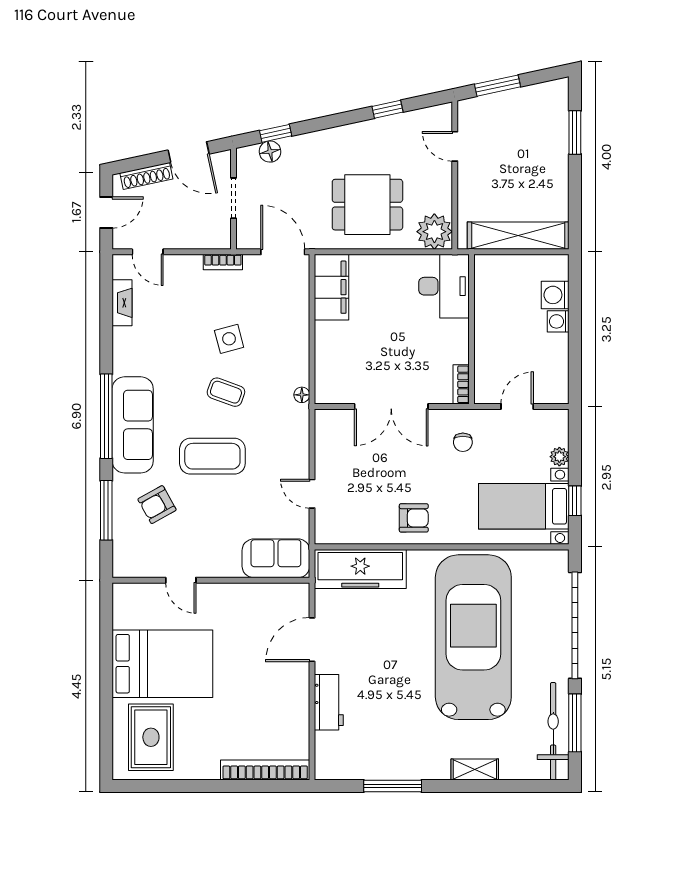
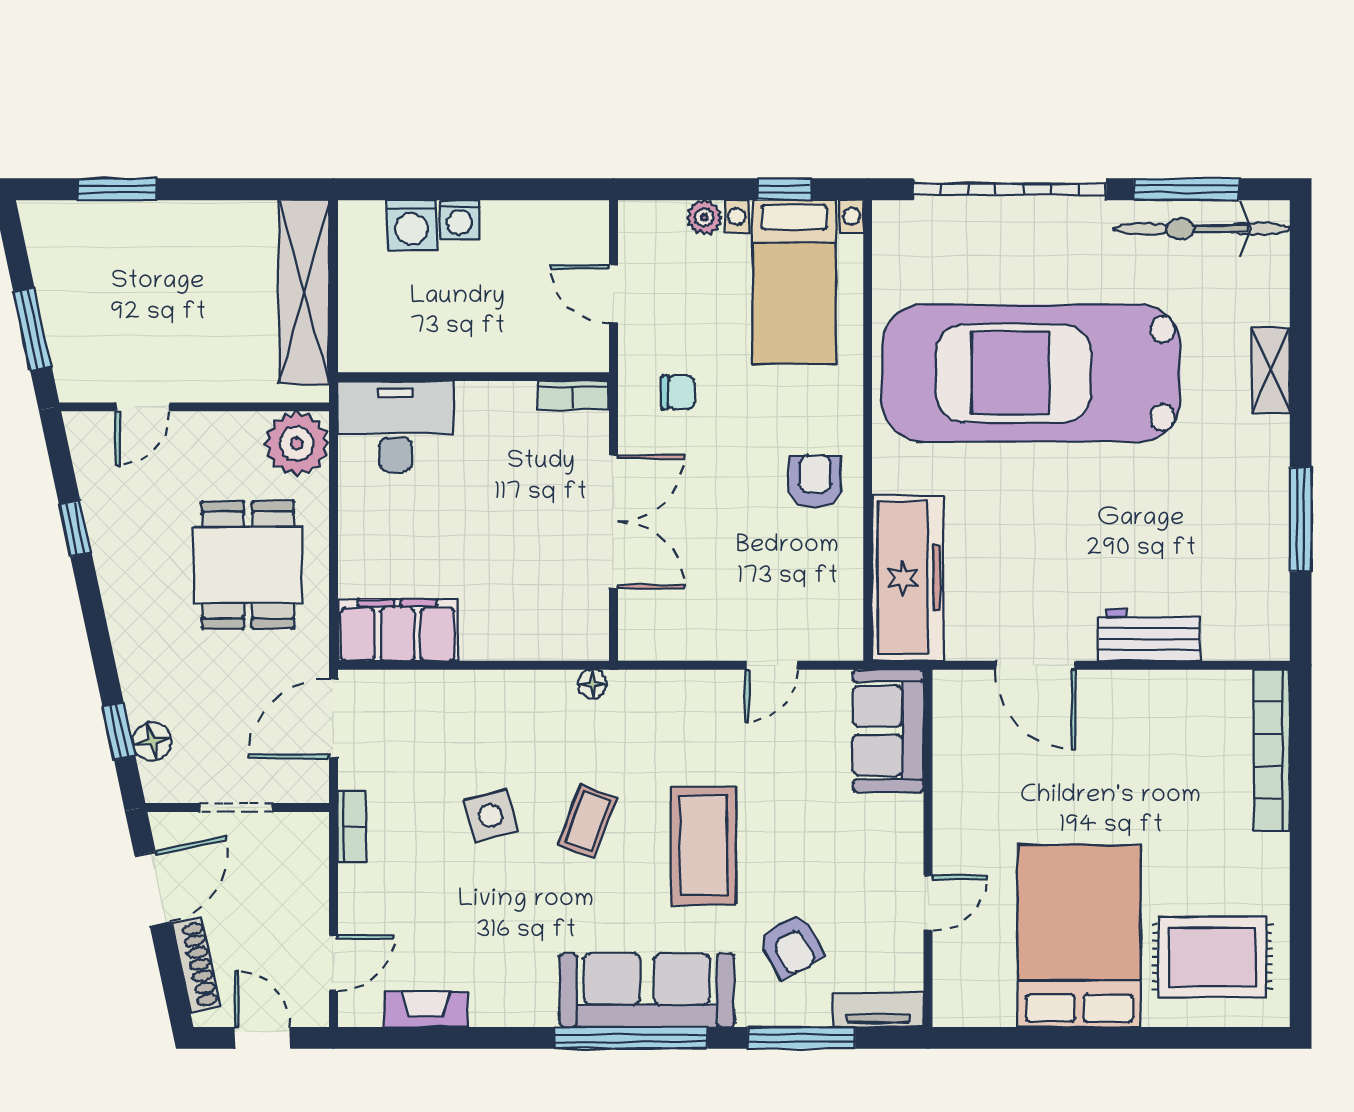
tv unit: (122, 553) -> (878, 1010), added

